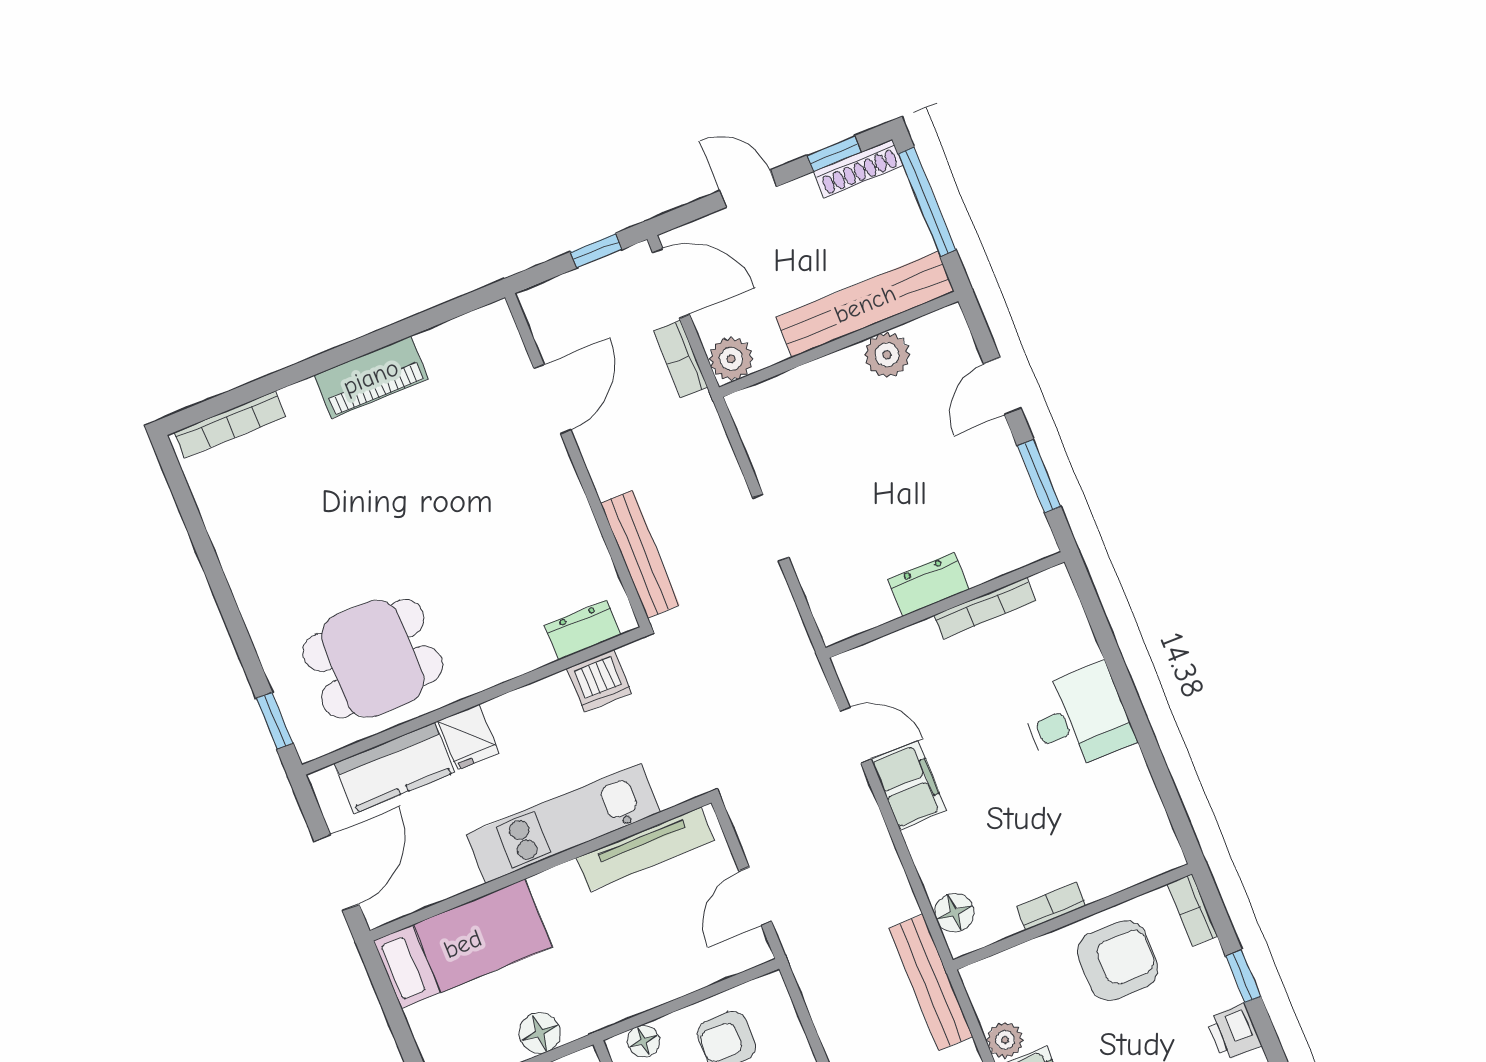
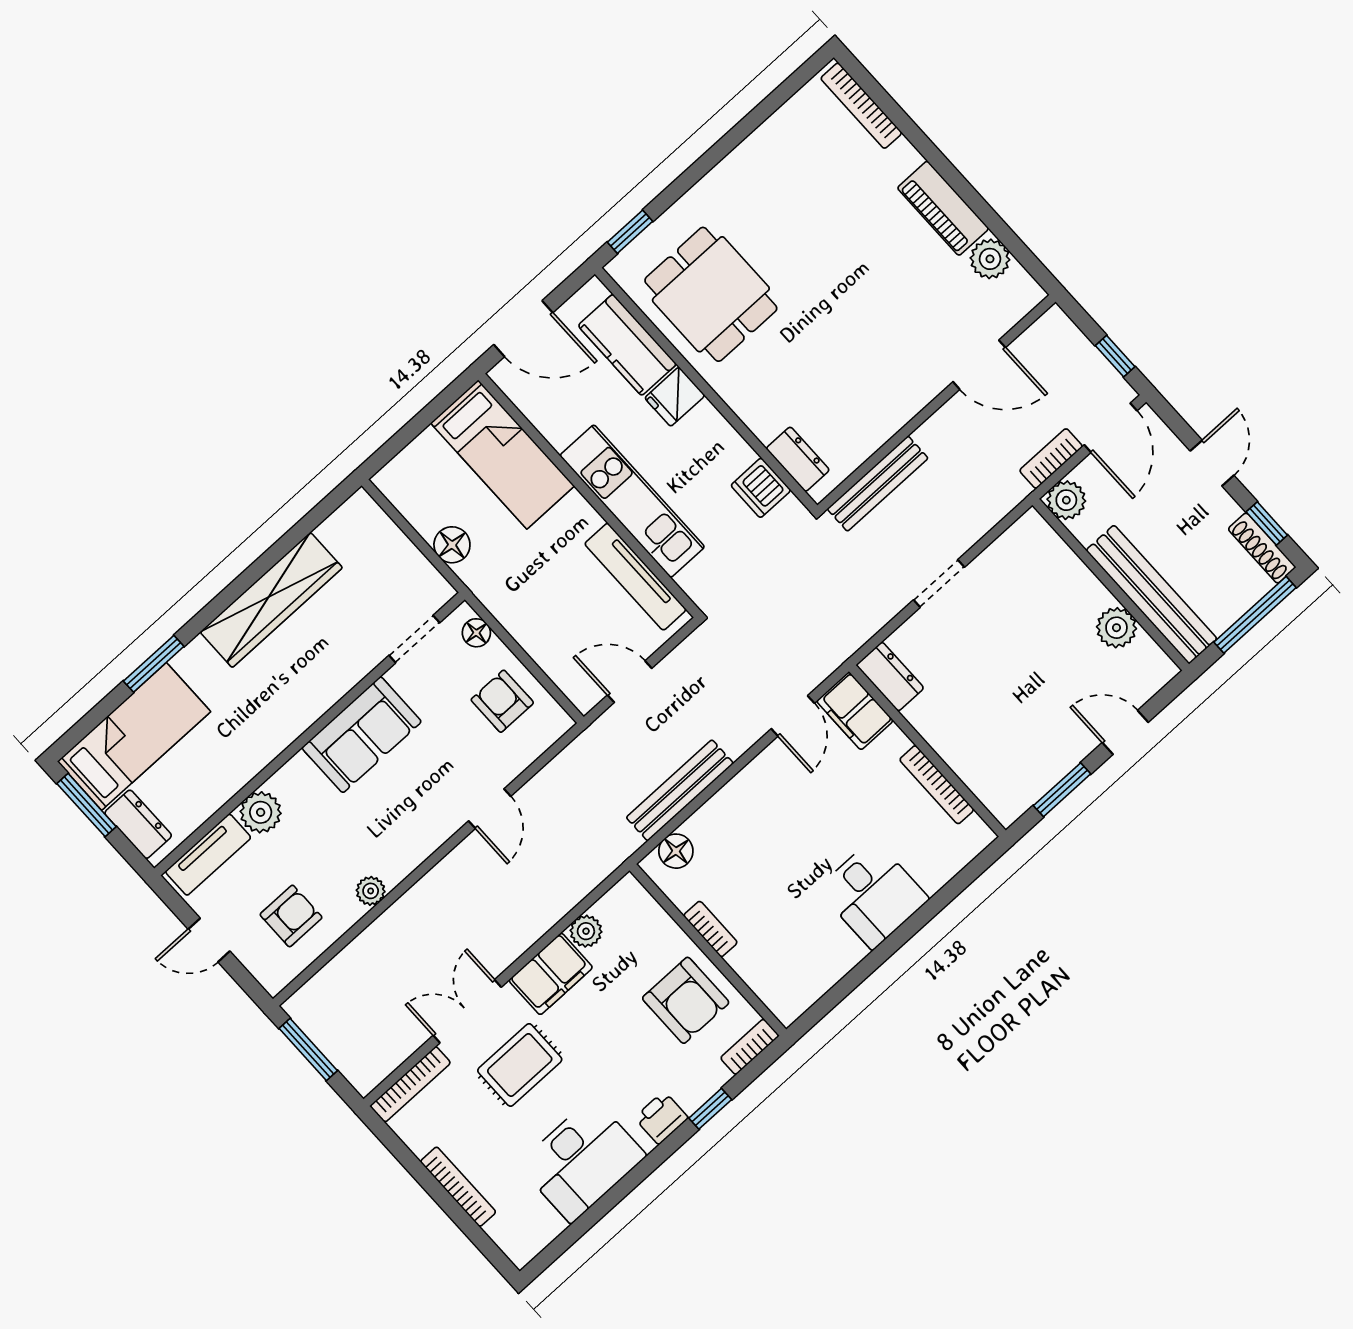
plant: (444, 347) -> (990, 259), added
dresser: (929, 584) -> (890, 677), moved
filing cabinet: (909, 785) -> (855, 711), moved, turned 90
bench: (931, 982) -> (680, 790), moved

